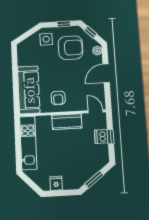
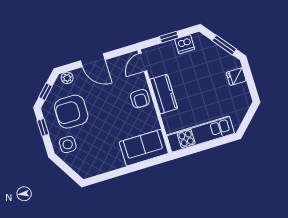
armchair: (70, 48) -> (71, 112), turned -90
sofa: (29, 90) -> (144, 148), width x0.73
armchair: (58, 98) -> (140, 99), moved, turned 90
dishwasher: (101, 137) -> (185, 44), moved
fridge: (56, 183) -> (236, 77), moved

